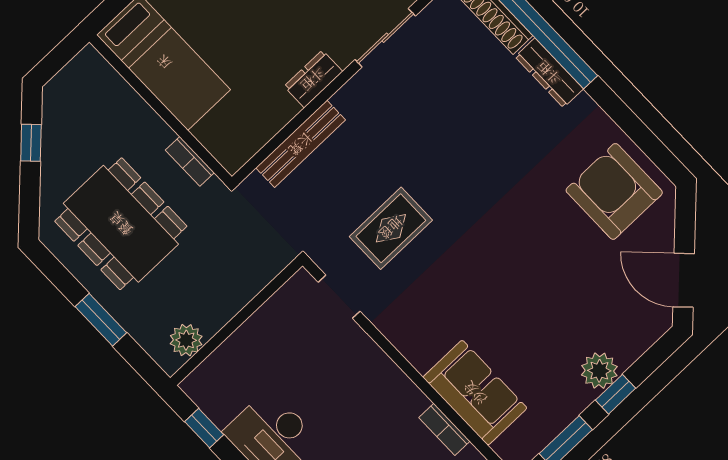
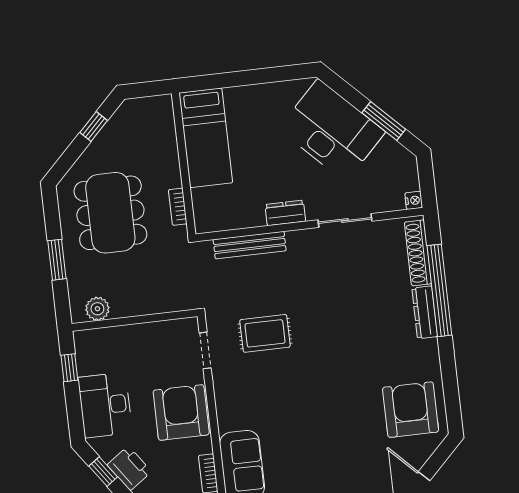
armchair: (364, 385) -> (181, 412), added

